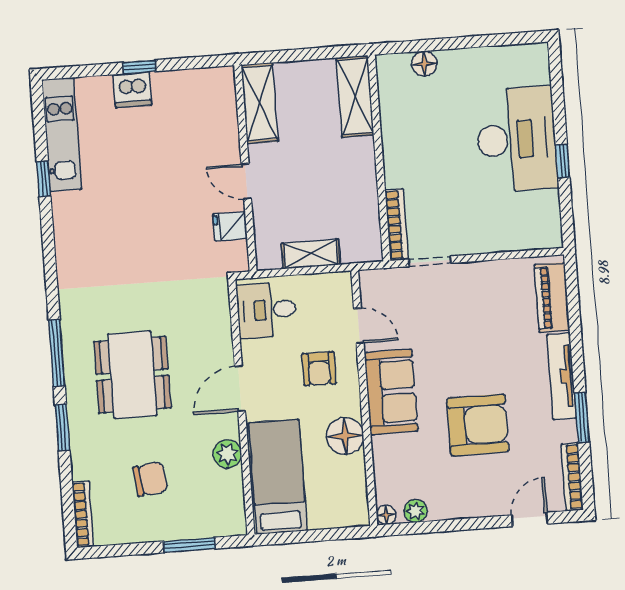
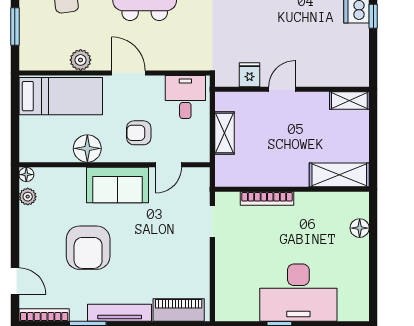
shelving: (260, 103) -> (349, 101), width x0.67, depth x0.75
bookcase: (396, 225) -> (267, 198), moved

